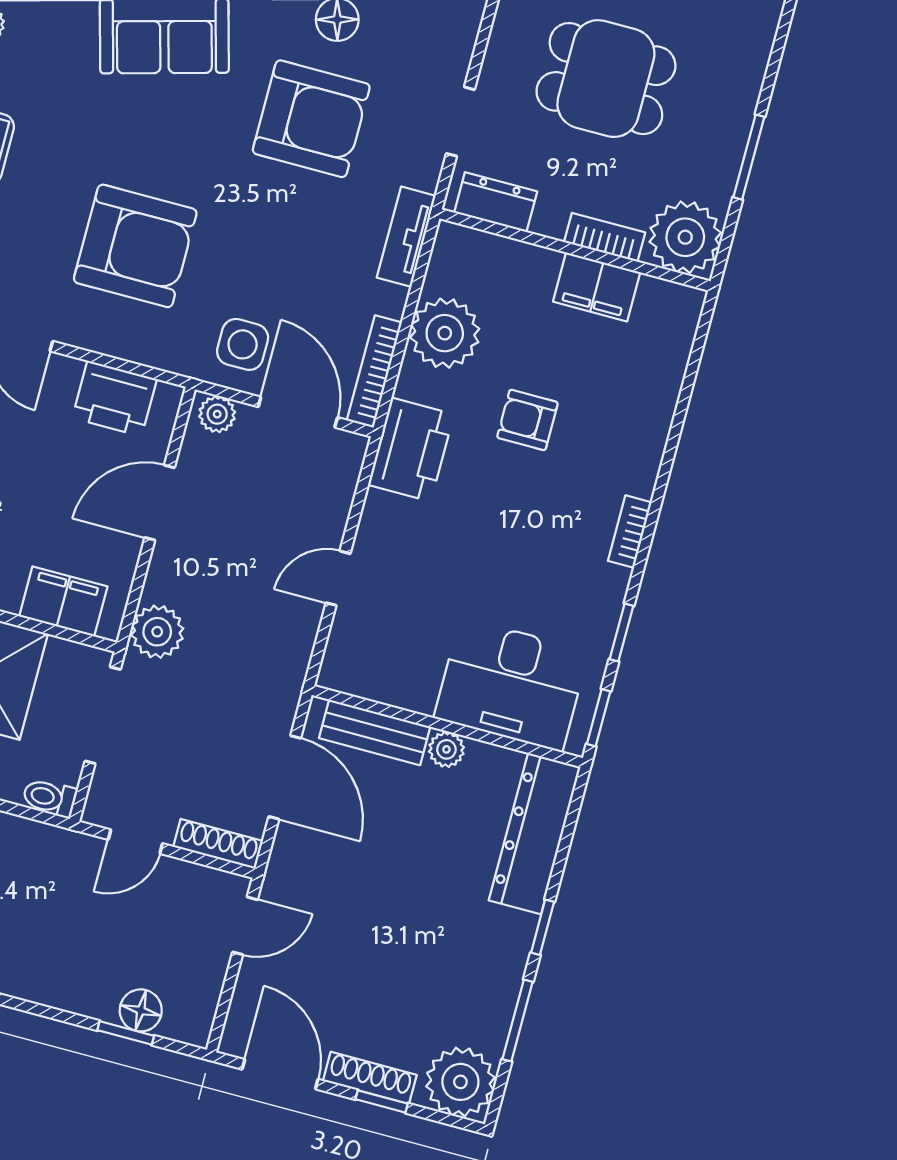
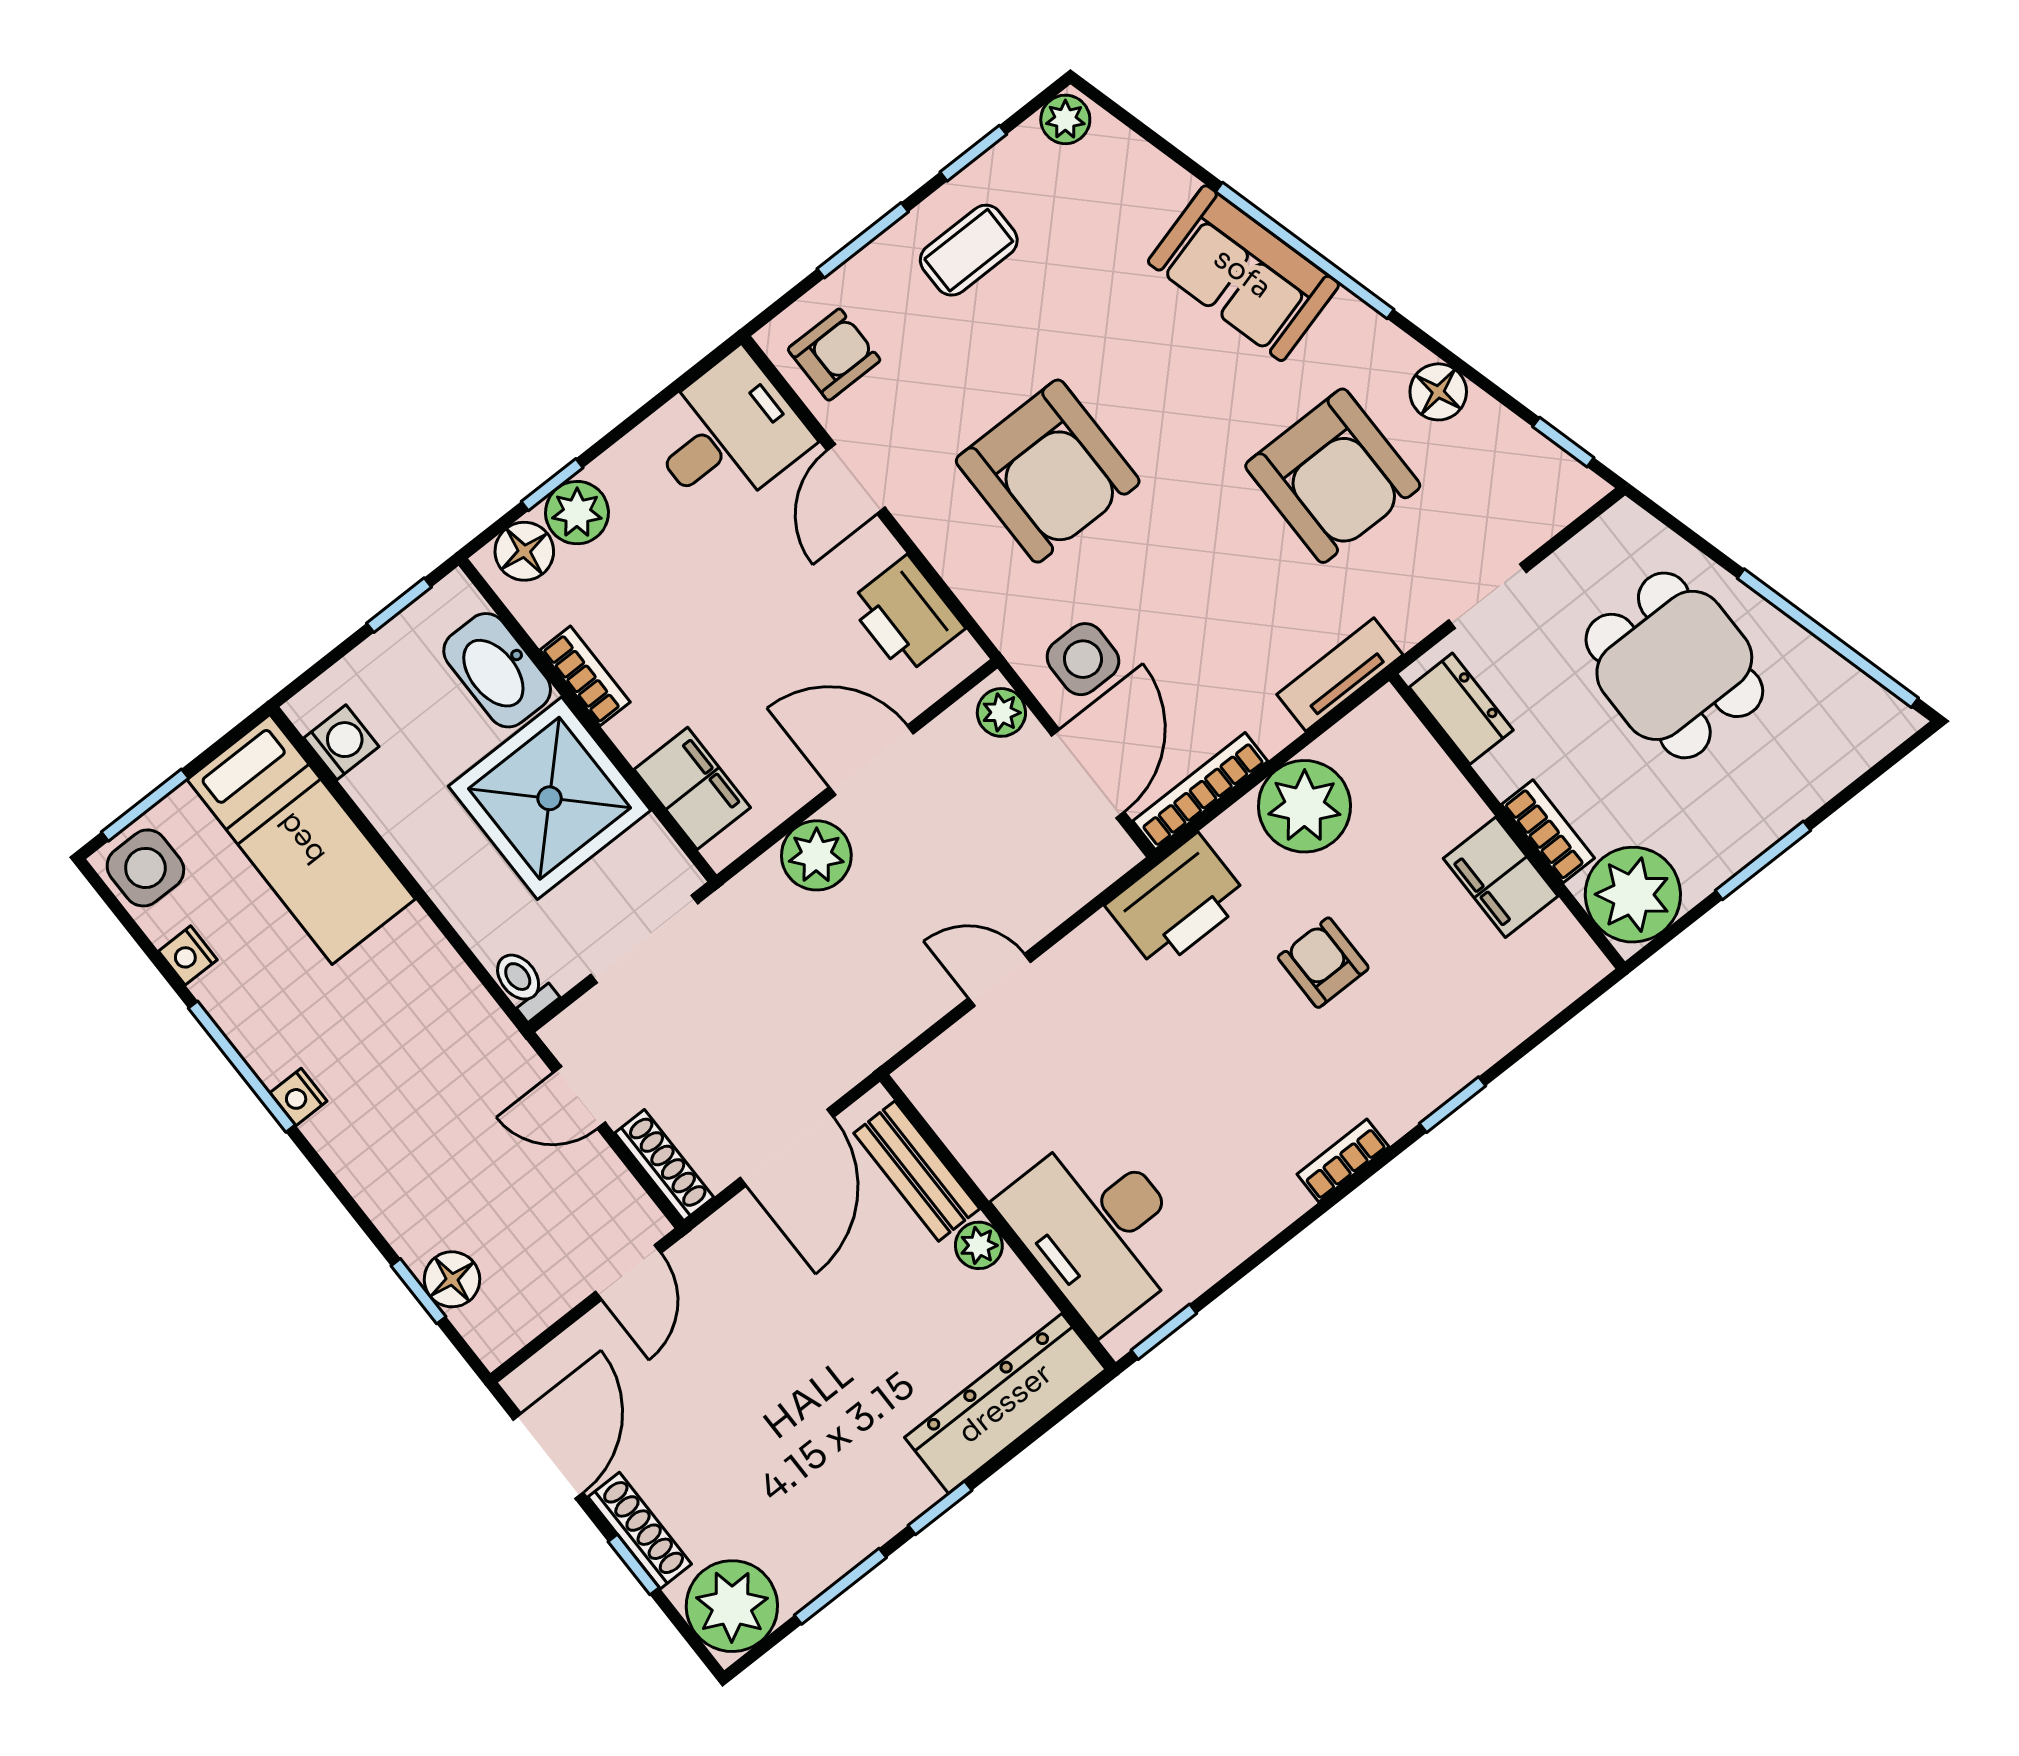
plant: (157, 632) -> (816, 855), moved
window: (622, 632) -> (1453, 1105), moved
door: (245, 926) -> (628, 1272), hinge flipped

